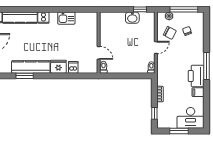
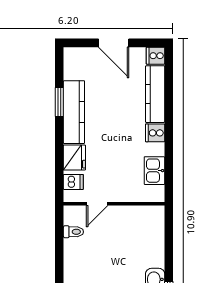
wall: (99, 43) -> (114, 204), moved
door: (99, 53) -> (97, 204), moved

